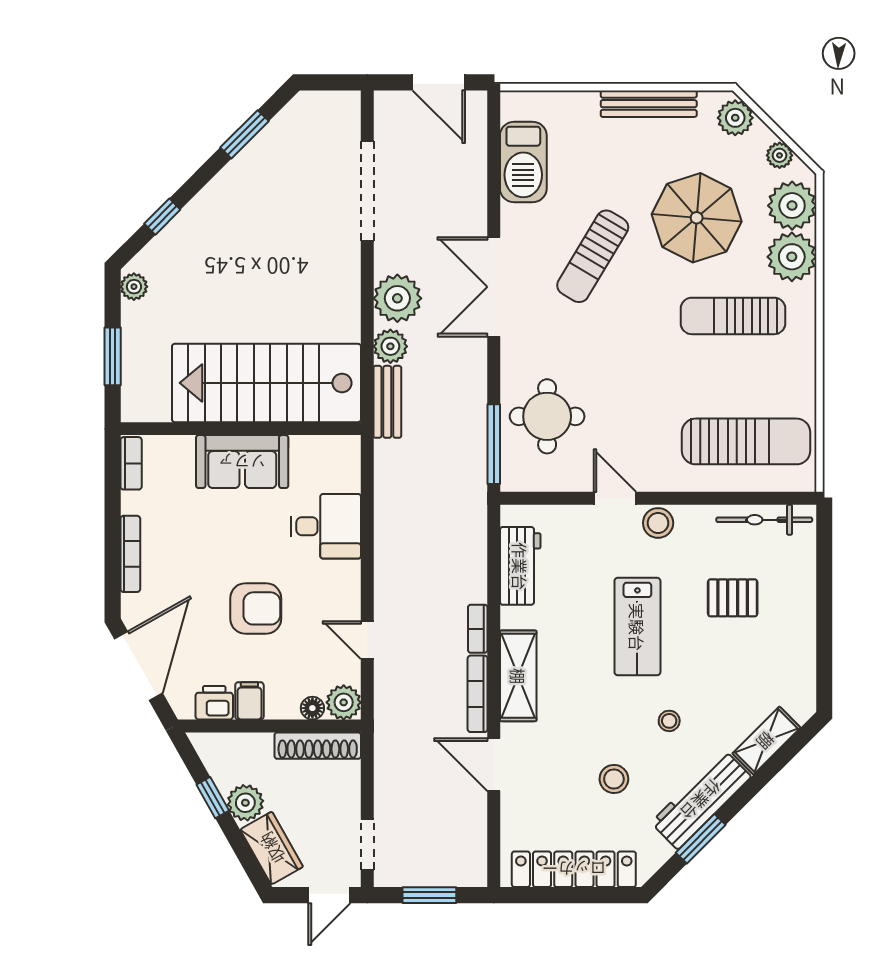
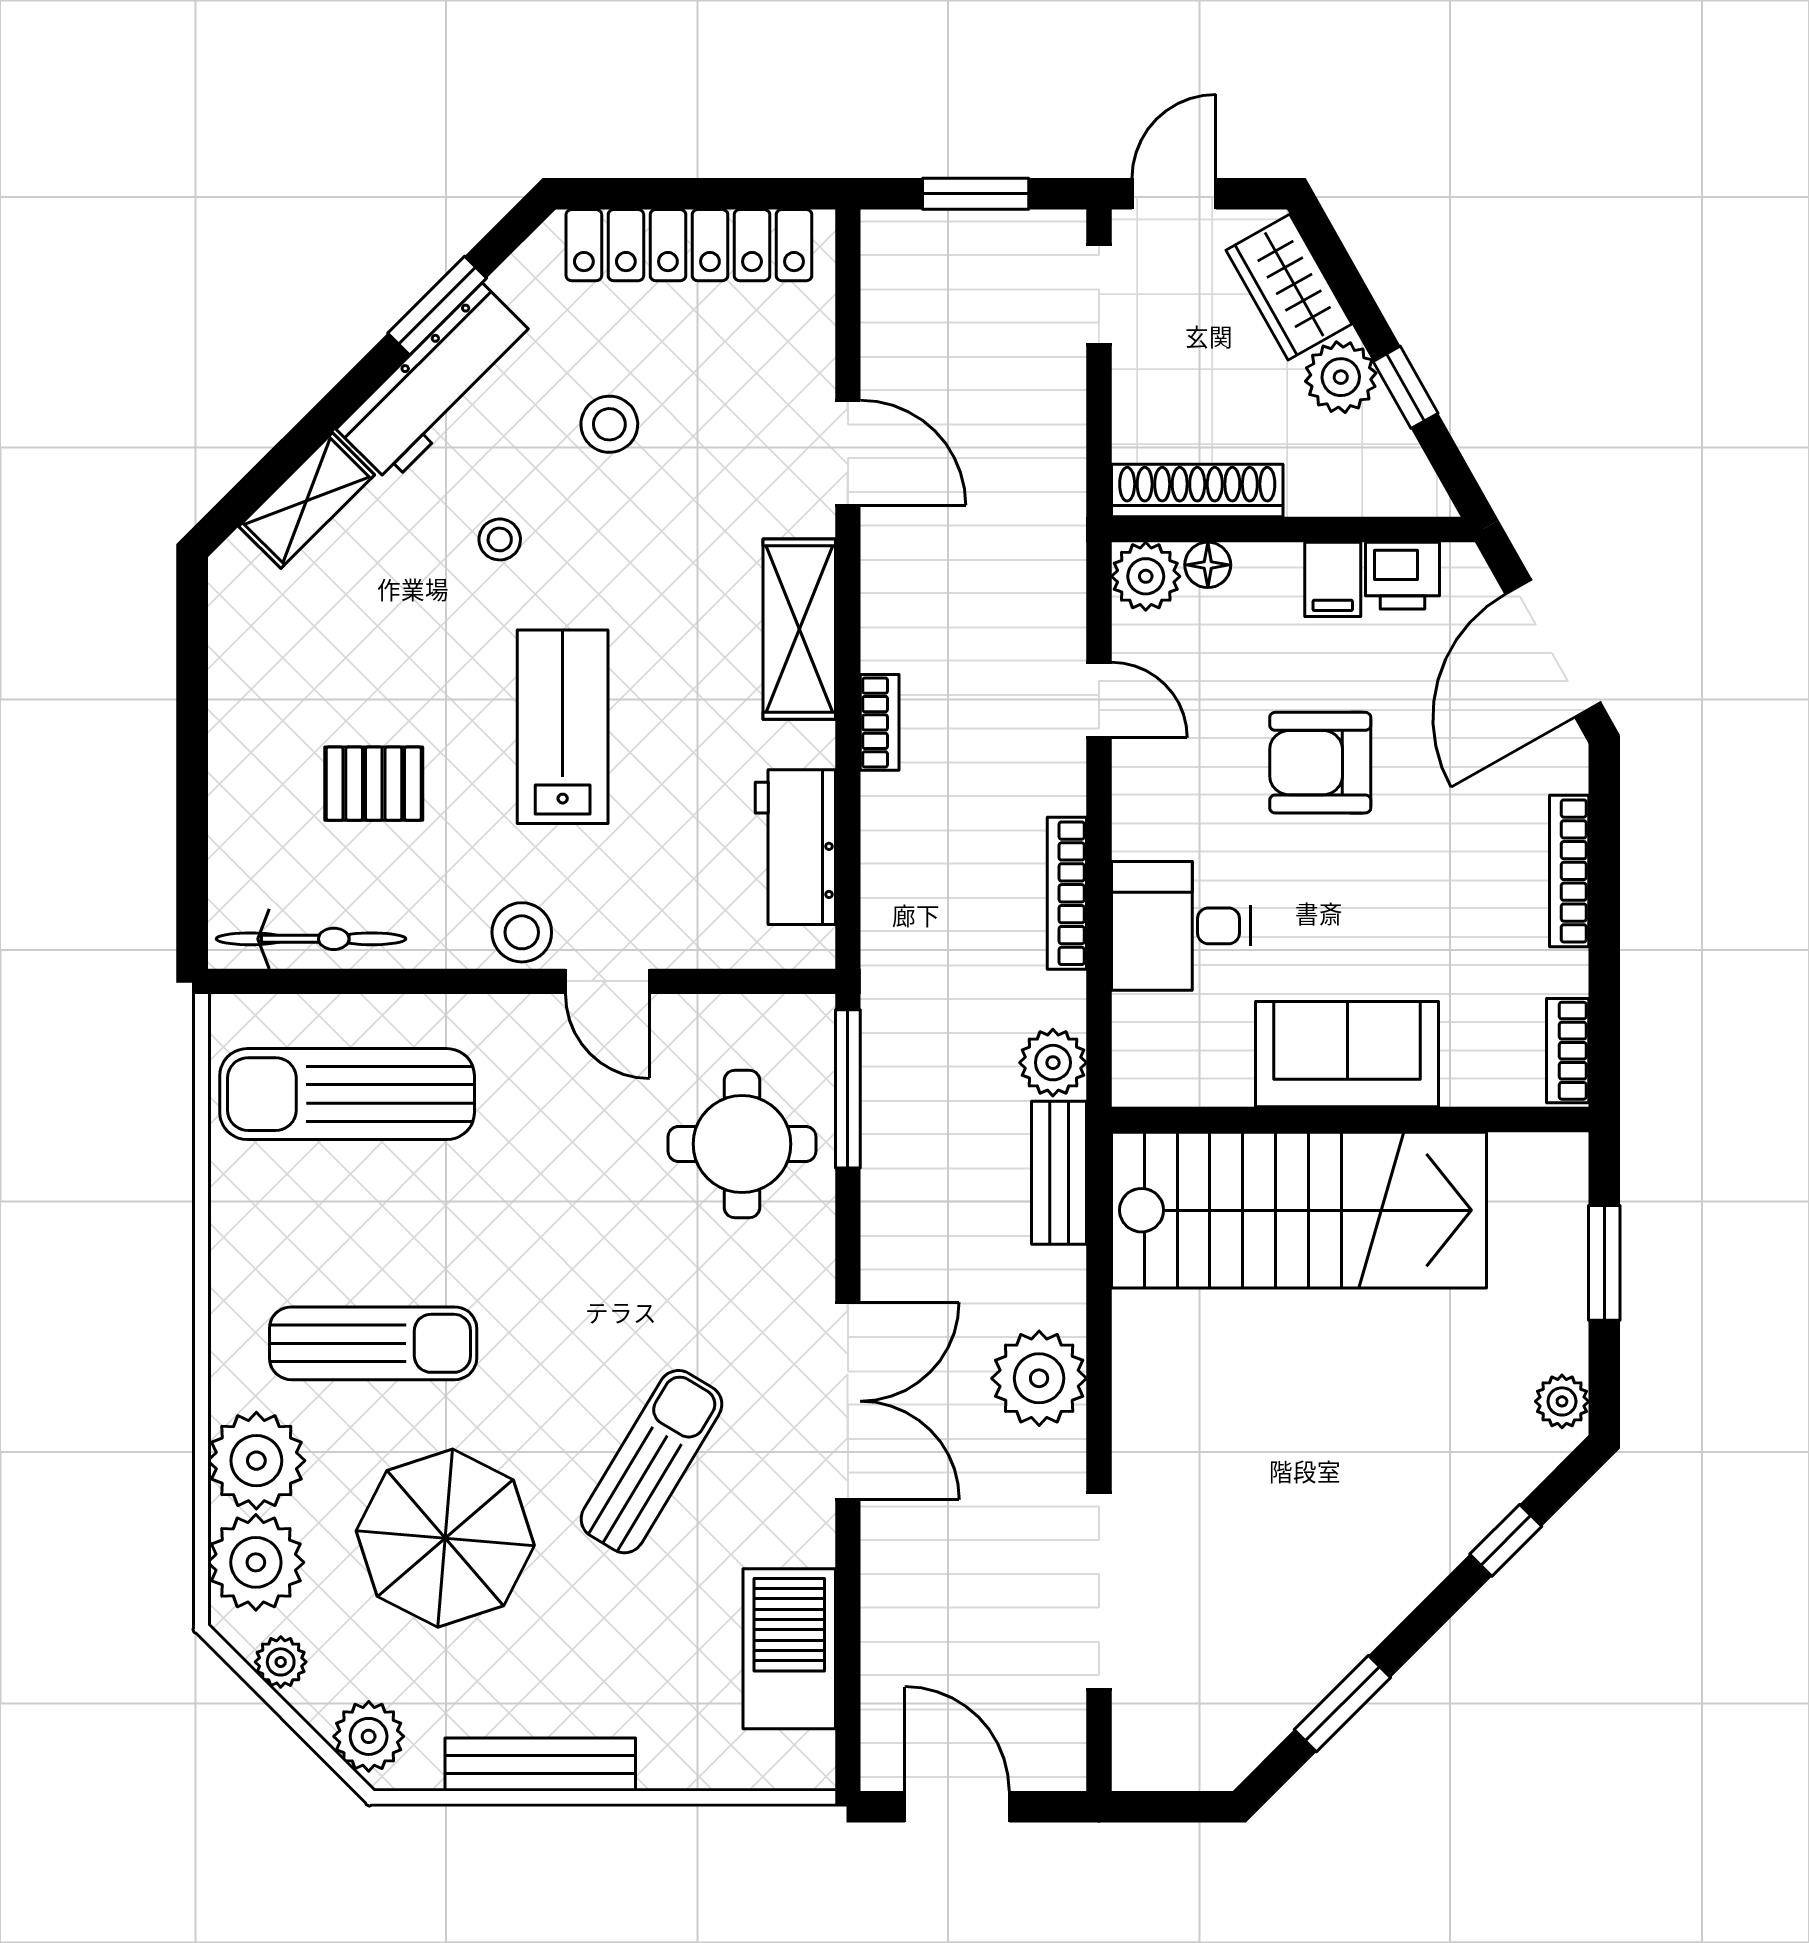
plant: (390, 346) -> (1053, 1063), moved
bookcase: (478, 694) -> (1067, 893), moved, turned 180

